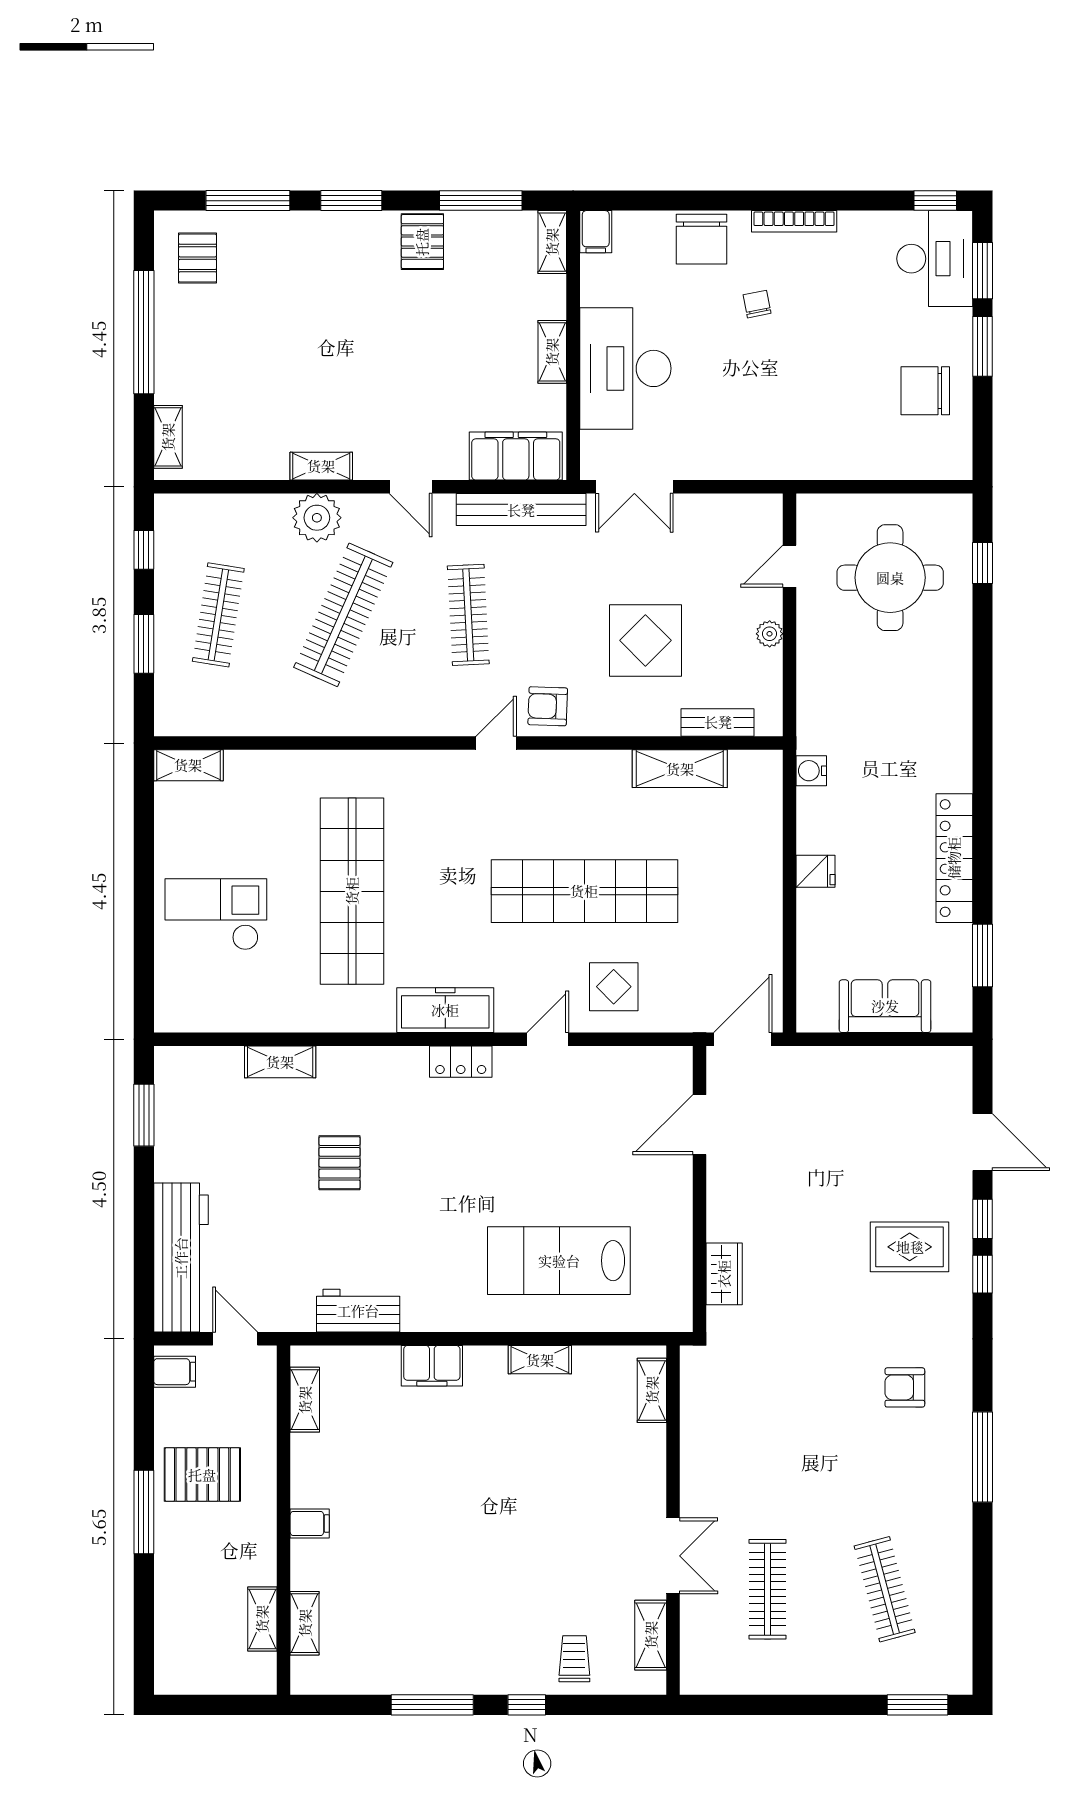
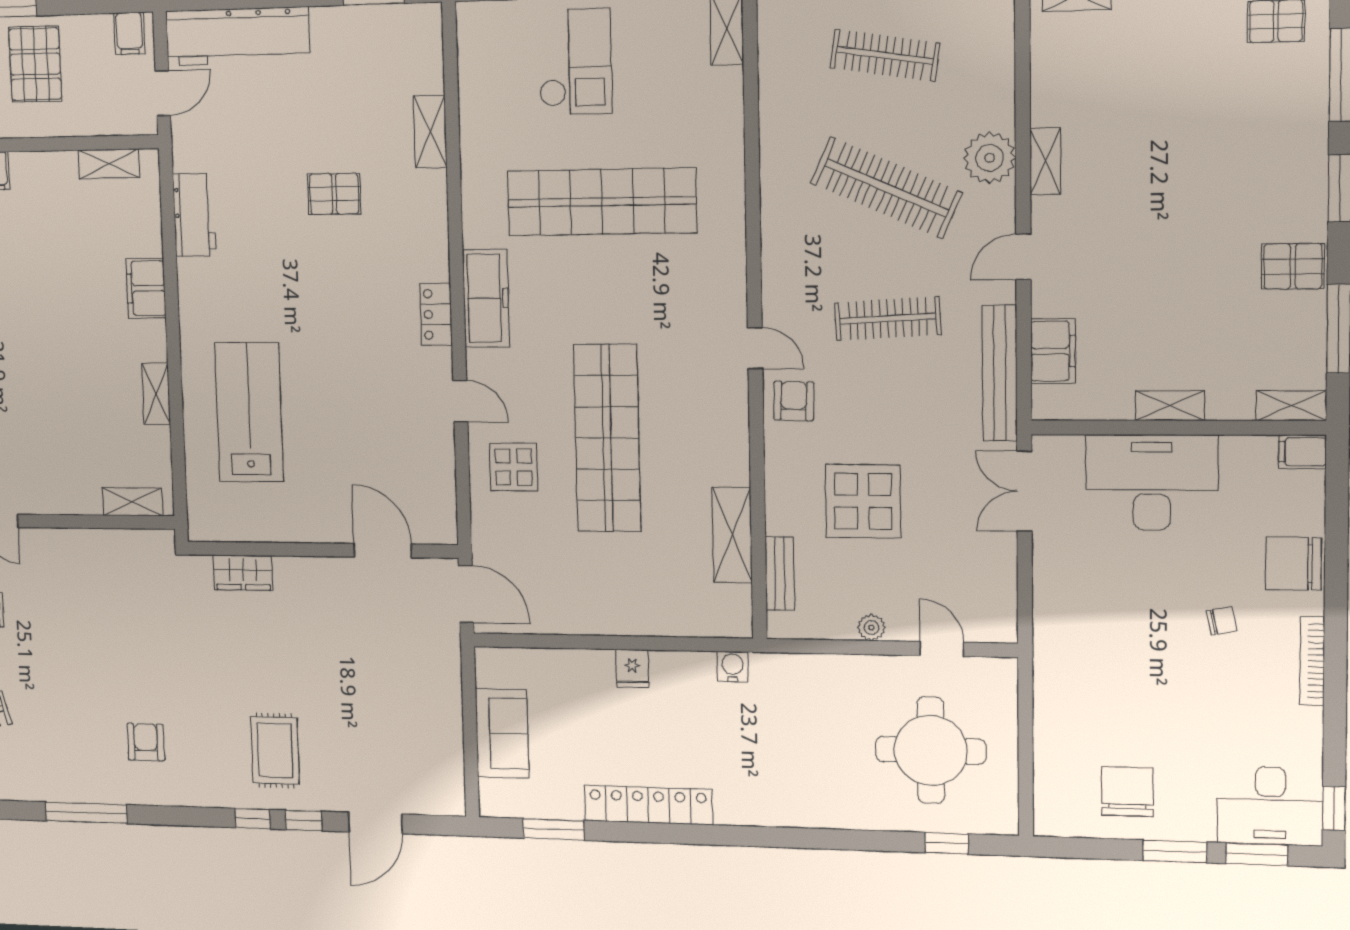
filing cabinet: (516, 456) -> (1053, 351), width x0.67, depth x0.86

